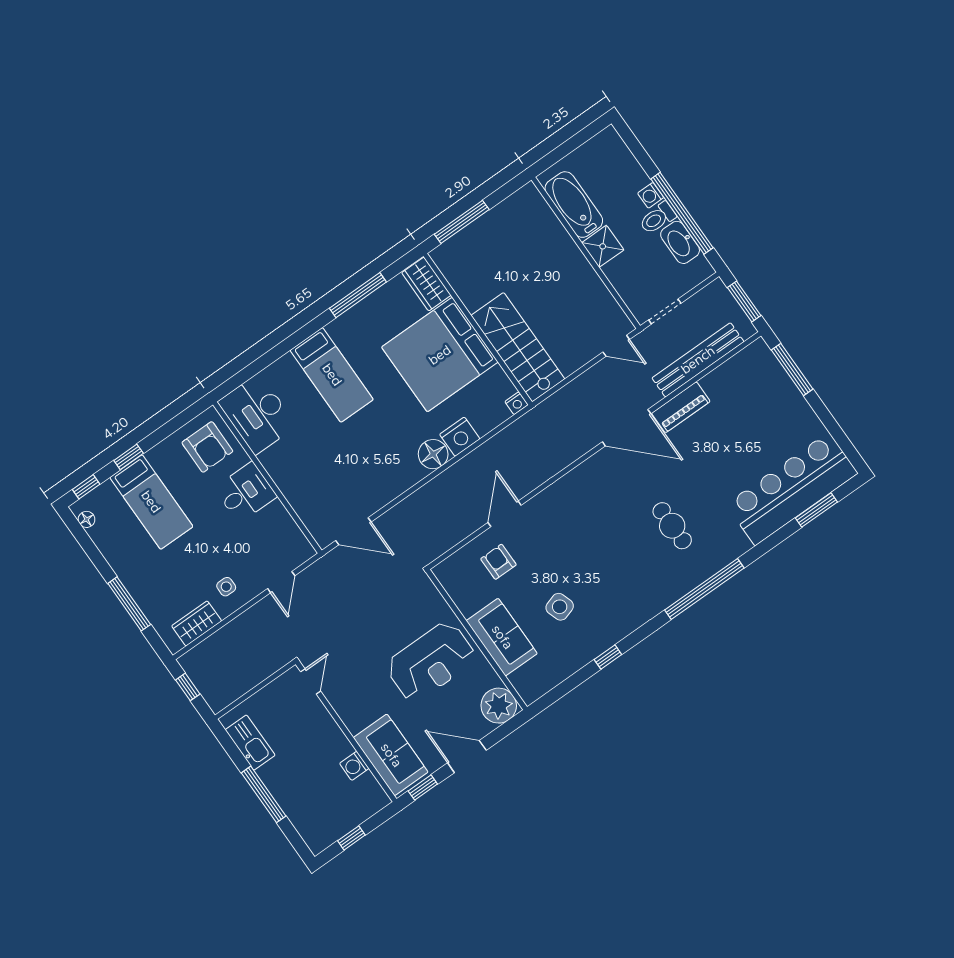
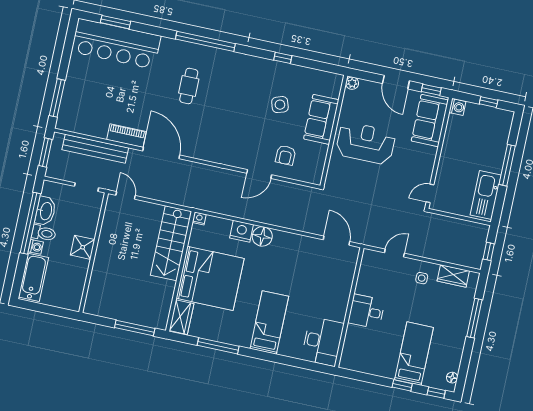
bathtub: (574, 205) -> (34, 277), moved, turned 180
armchair: (207, 447) -> (361, 351), removed
plant: (499, 706) -> (352, 83), width x0.53, depth x0.53
kitchen sink: (250, 743) -> (486, 195), width x1.36, depth x1.24
washing machine: (354, 766) -> (457, 107), moved

